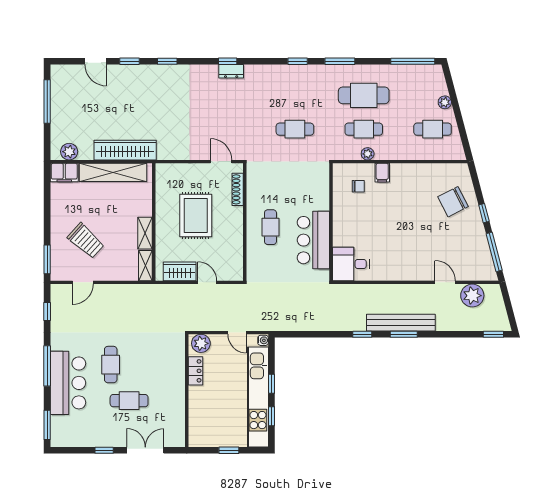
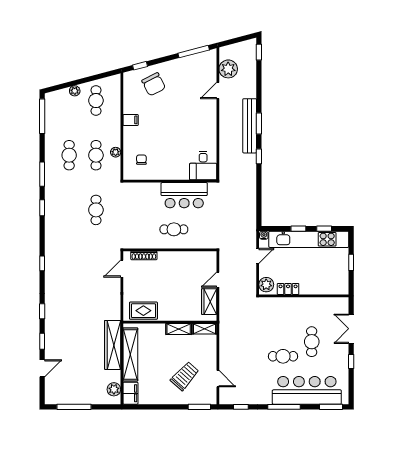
dresser: (231, 71) -> (50, 261), removed
cafe table: (364, 95) -> (69, 155), width x0.73, depth x0.74
filing cabinet: (382, 173) -> (131, 120), moved
window: (484, 213) -> (140, 66), moved
rug: (196, 215) -> (143, 311), moved, width x0.73, depth x0.70
bar counter: (68, 383) -> (307, 390), width x1.36

